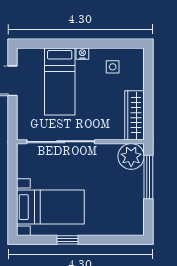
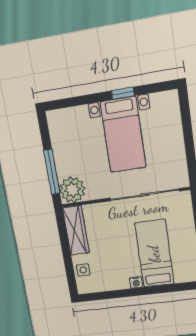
side table: (113, 67) -> (83, 270), moved
bed with nightstands: (50, 207) -> (123, 135), moved, turned -90

